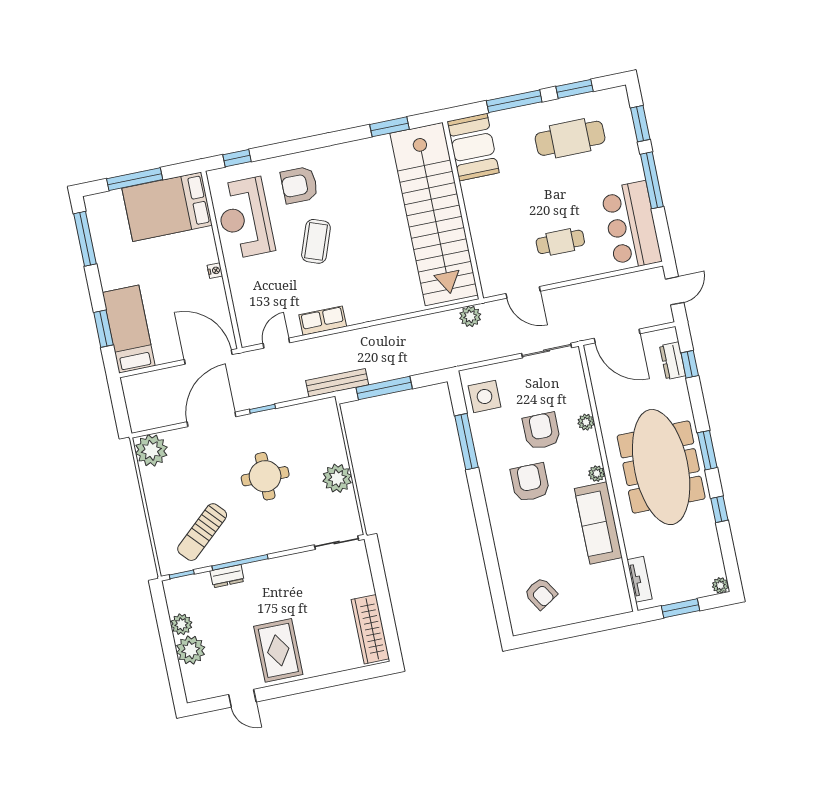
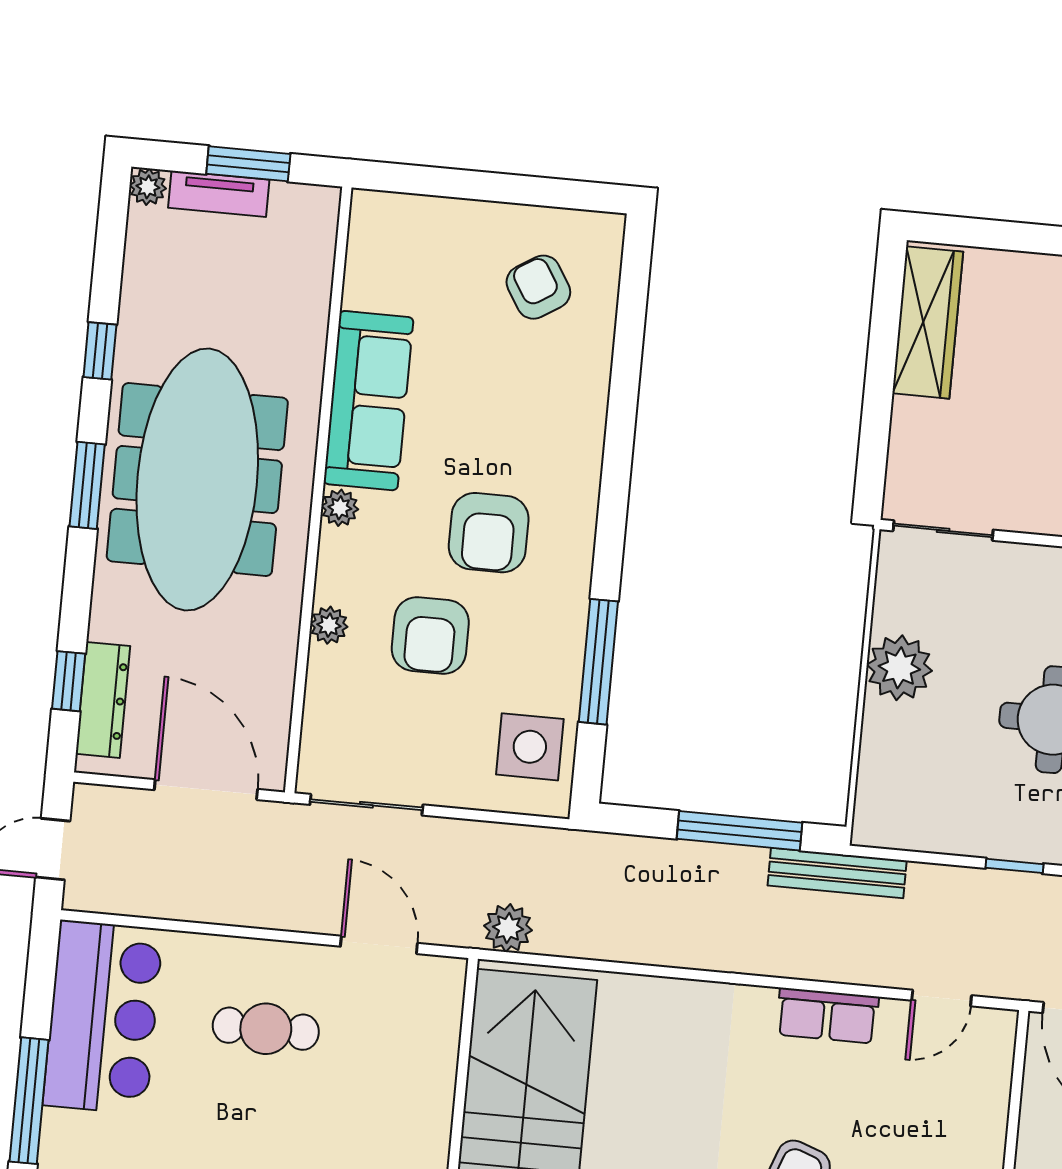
dresser: (673, 361) -> (103, 700), width x1.44
tv unit: (640, 579) -> (219, 194), moved, turned -90

